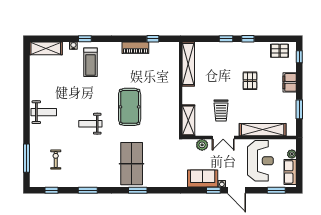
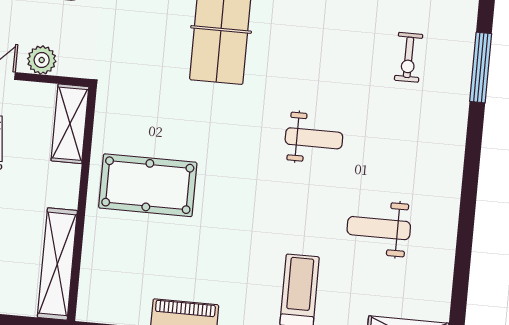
pool table: (130, 107) -> (148, 185), moved, turned 90
weight bench: (44, 112) -> (379, 228), moved

